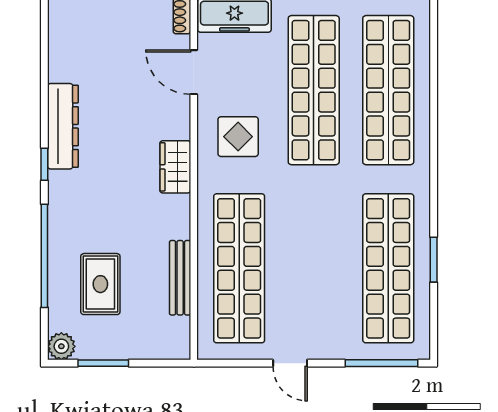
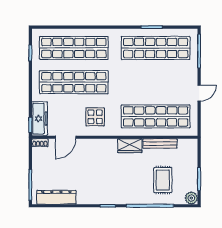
dresser: (63, 126) -> (56, 197), moved
wardrobe: (175, 167) -> (130, 146), moved
rug: (100, 284) -> (163, 180), turned 90

